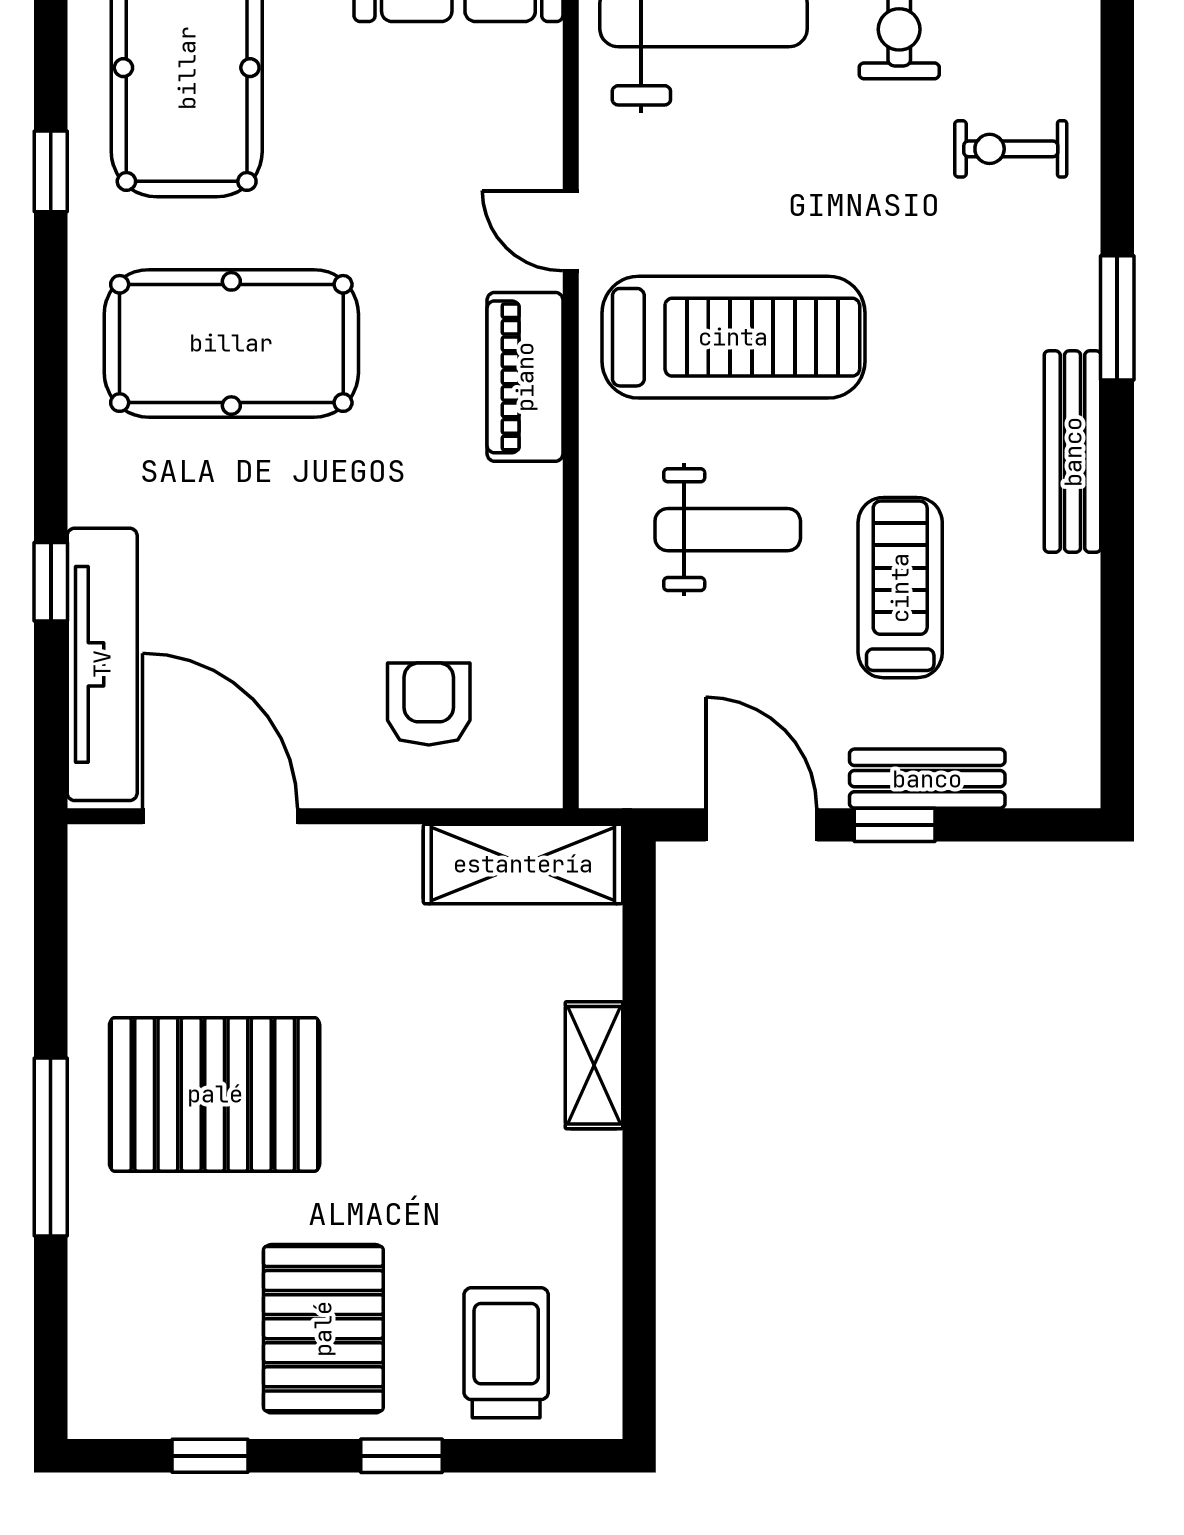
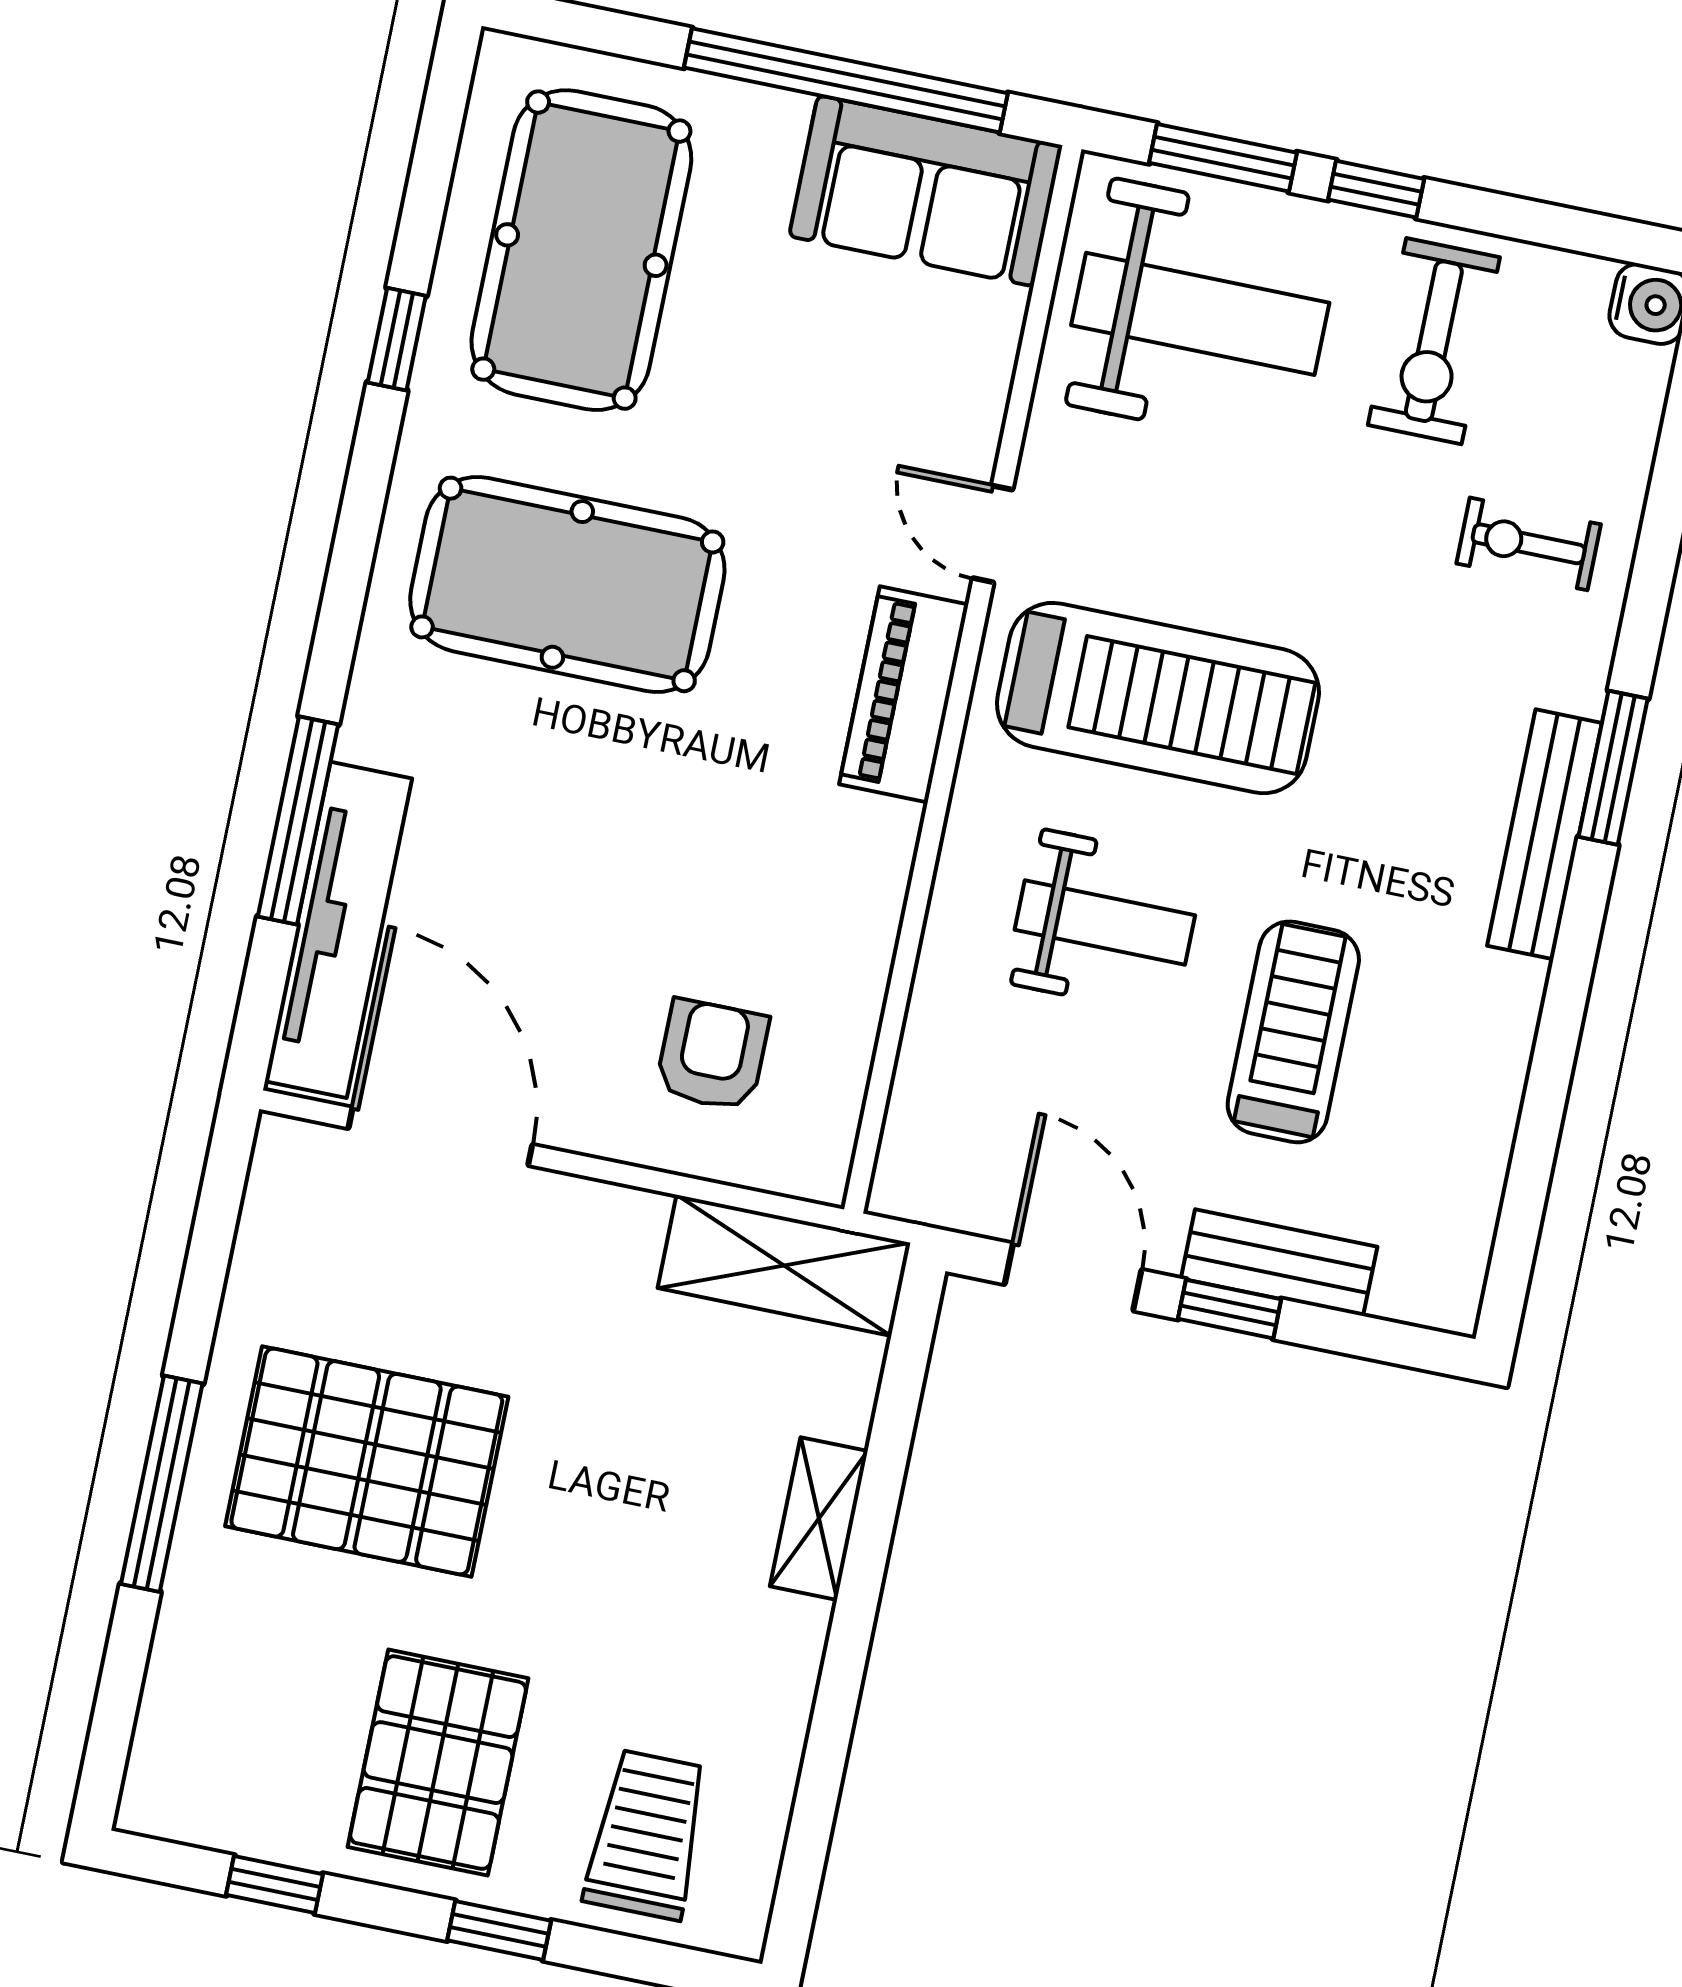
bench: (1073, 452) -> (1545, 834), moved
window: (51, 582) -> (298, 821), width x2.17

